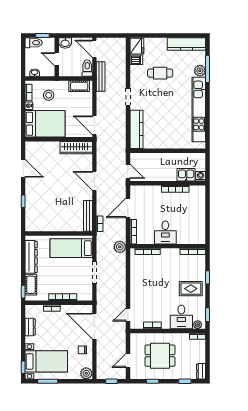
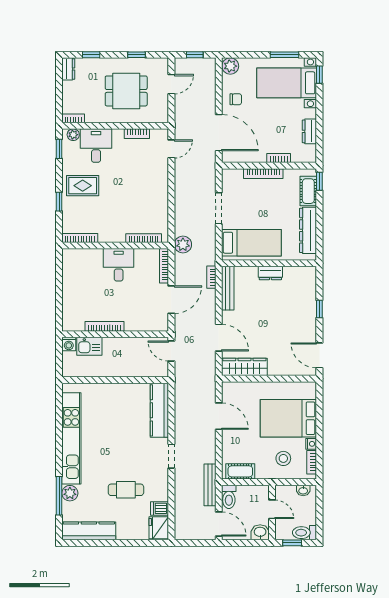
wall: (59, 139) -> (269, 379), moved
wardrobe: (76, 148) -> (244, 367), moved
dresser: (58, 227) -> (270, 273), added

